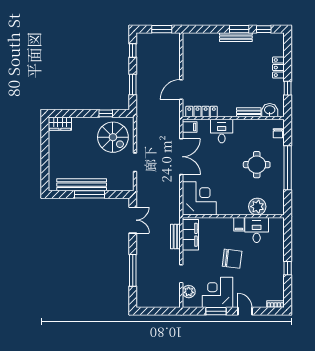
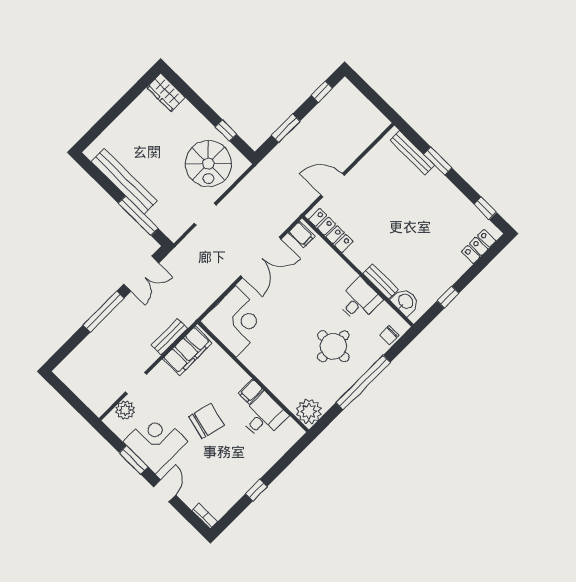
window: (162, 29) -> (376, 100), removed
window: (239, 29) -> (438, 161), moved
bench: (236, 37) -> (412, 153), moved
locker: (278, 68) -> (479, 246), moved
desk: (222, 131) -> (359, 300), moved
window: (89, 194) -> (138, 216), moved
plant: (257, 207) -> (309, 411), moved
chair: (232, 259) -> (207, 421), turned -83
window: (133, 270) -> (103, 312), moved

